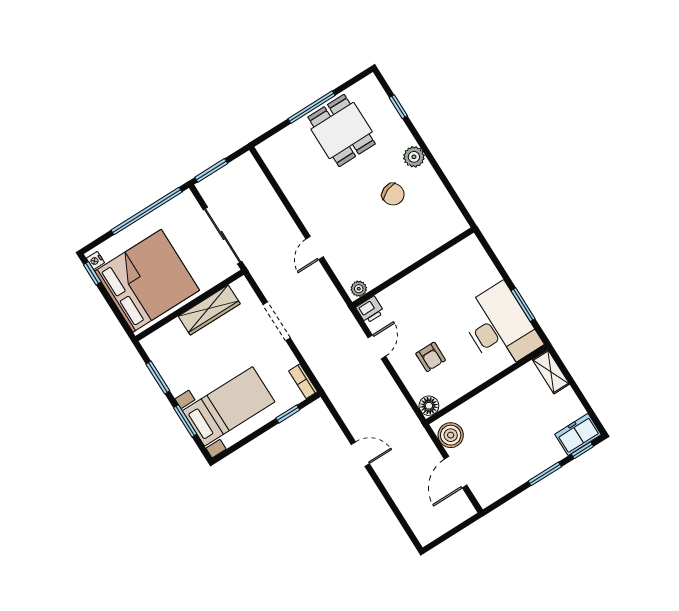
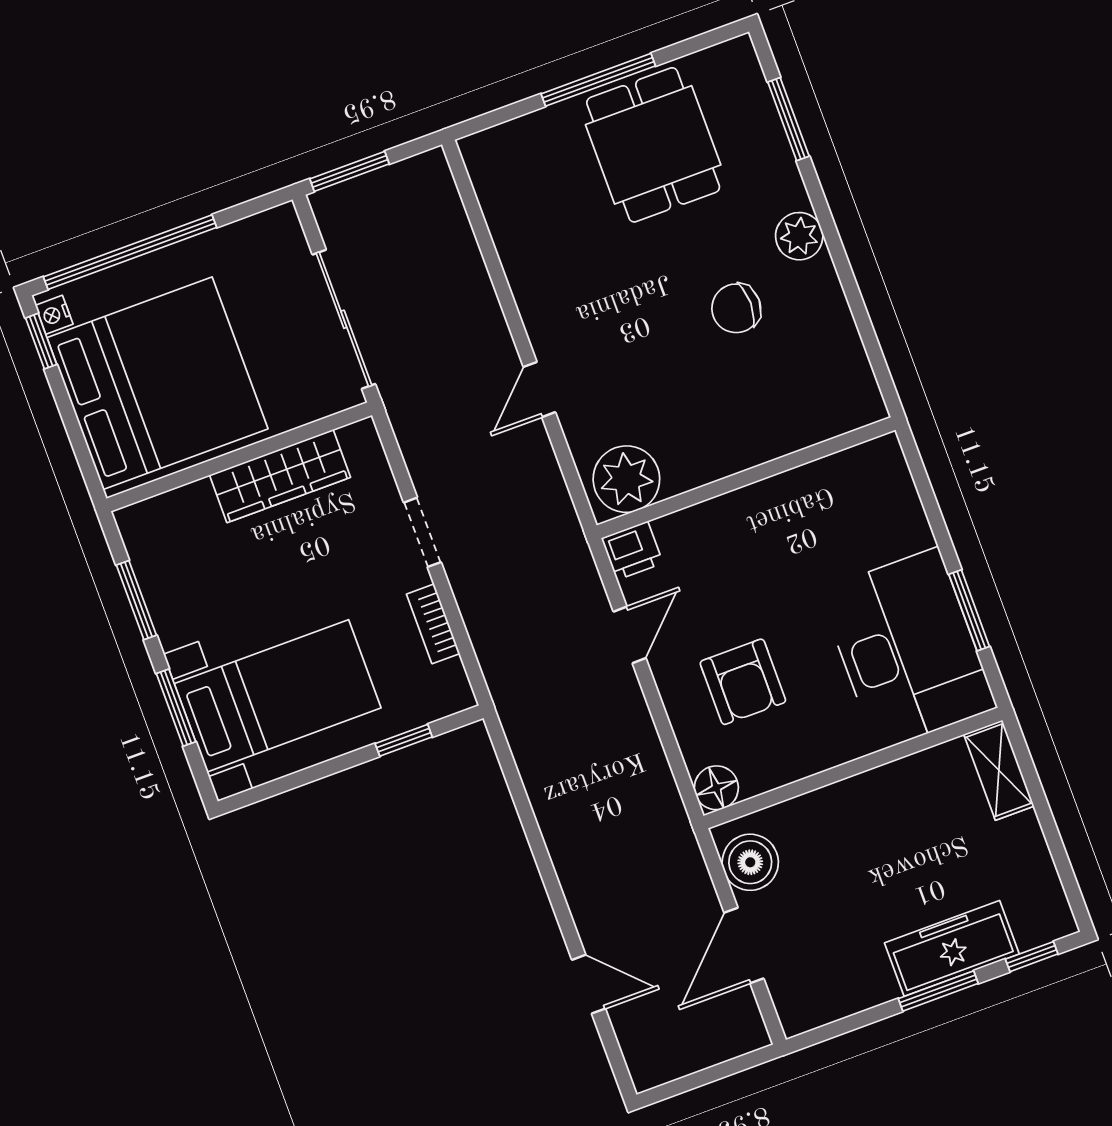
window: (398, 107) -> (788, 119), width x1.50
chair: (393, 194) -> (736, 308), turned 112
window: (147, 211) -> (130, 252), moved
plant: (359, 289) -> (626, 479), width x1.87, depth x1.87
doorway: (277, 321) -> (422, 532), width x0.73
armchair: (431, 357) -> (743, 682), width x1.38, depth x1.38
bookcase: (303, 381) -> (433, 624), moved
freezer: (578, 434) -> (952, 948), moved, width x1.40
door: (360, 454) -> (589, 984), moved

